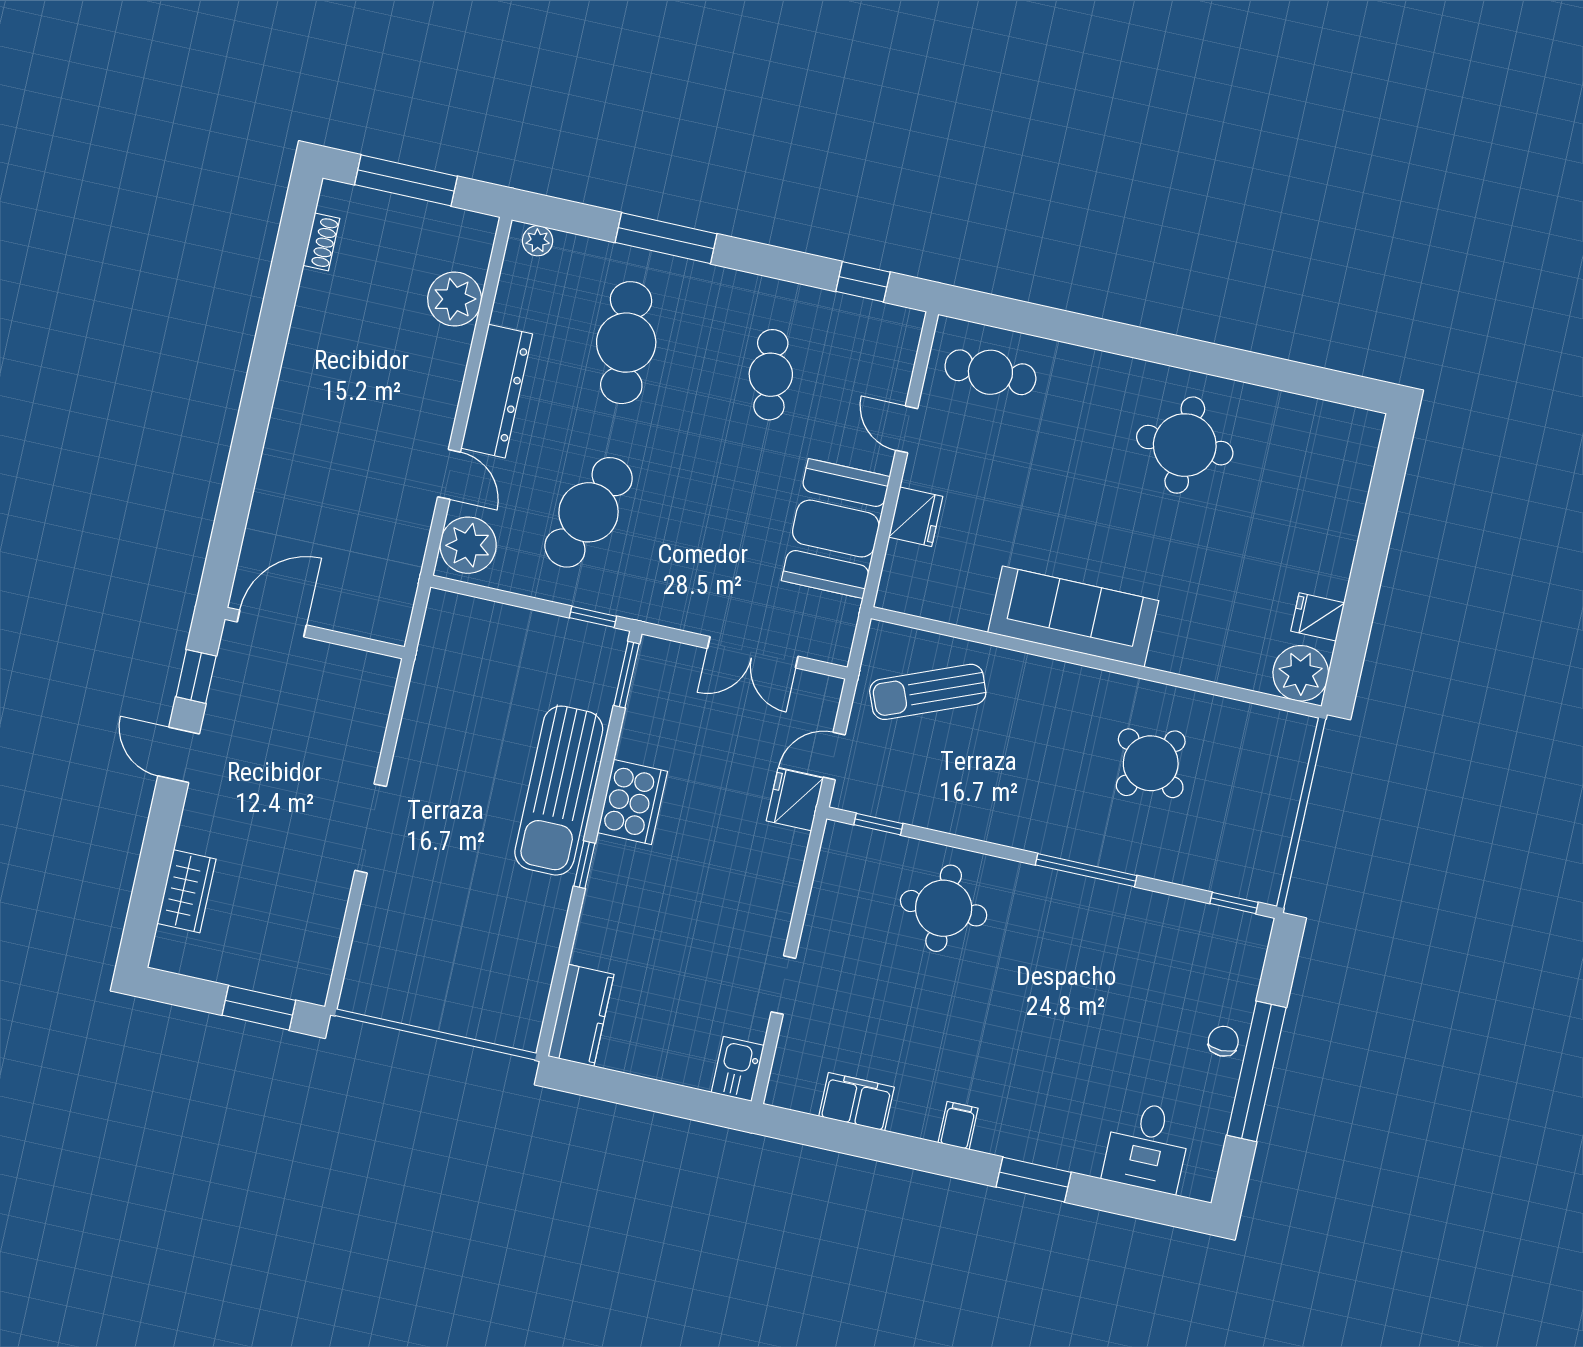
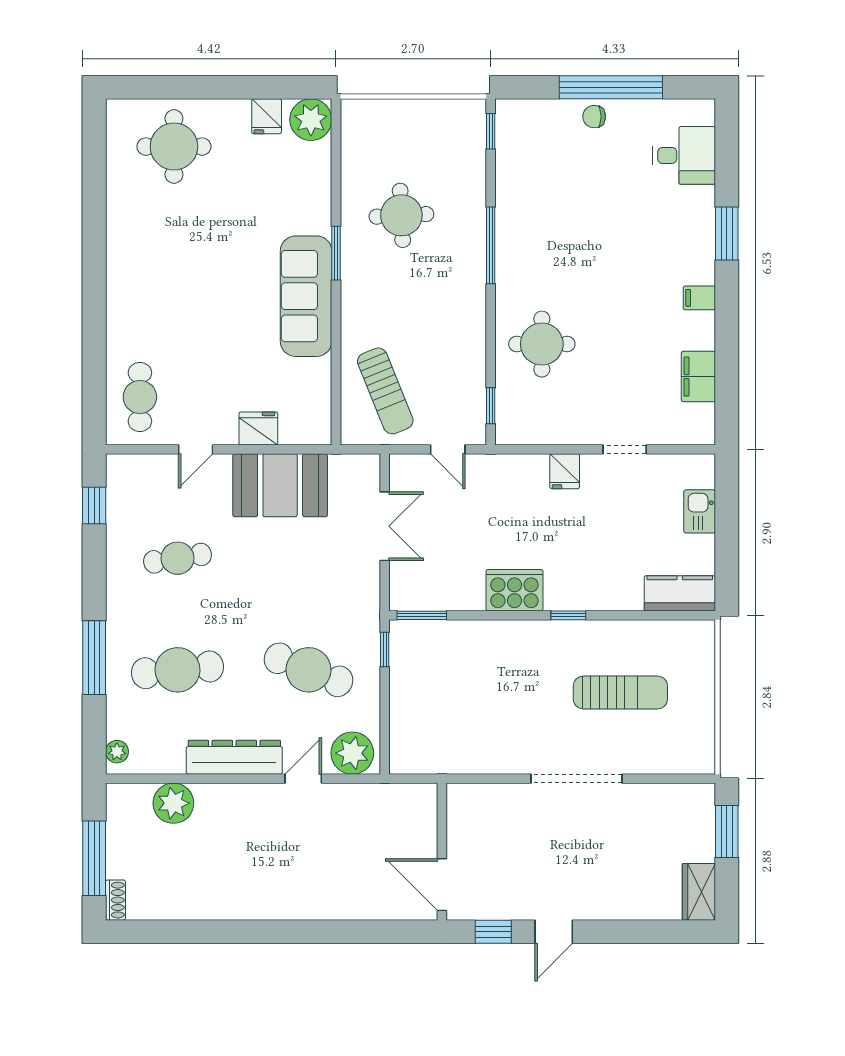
shoe rack: (321, 242) -> (115, 900), moved, turned 90
round table: (1185, 445) -> (174, 147), moved
window: (1121, 668) -> (336, 253), added
round table: (1151, 763) -> (401, 215), turned -38
sun lounger: (559, 791) -> (620, 692), moved, width x0.73, depth x0.75
fridge: (795, 799) -> (565, 471), moved, width x0.72
doorway: (371, 828) -> (577, 779), width x1.36
wardrobe: (187, 891) -> (699, 892), moved, turned -90
kitchen sink: (738, 1069) -> (700, 511), moved, turned 90

